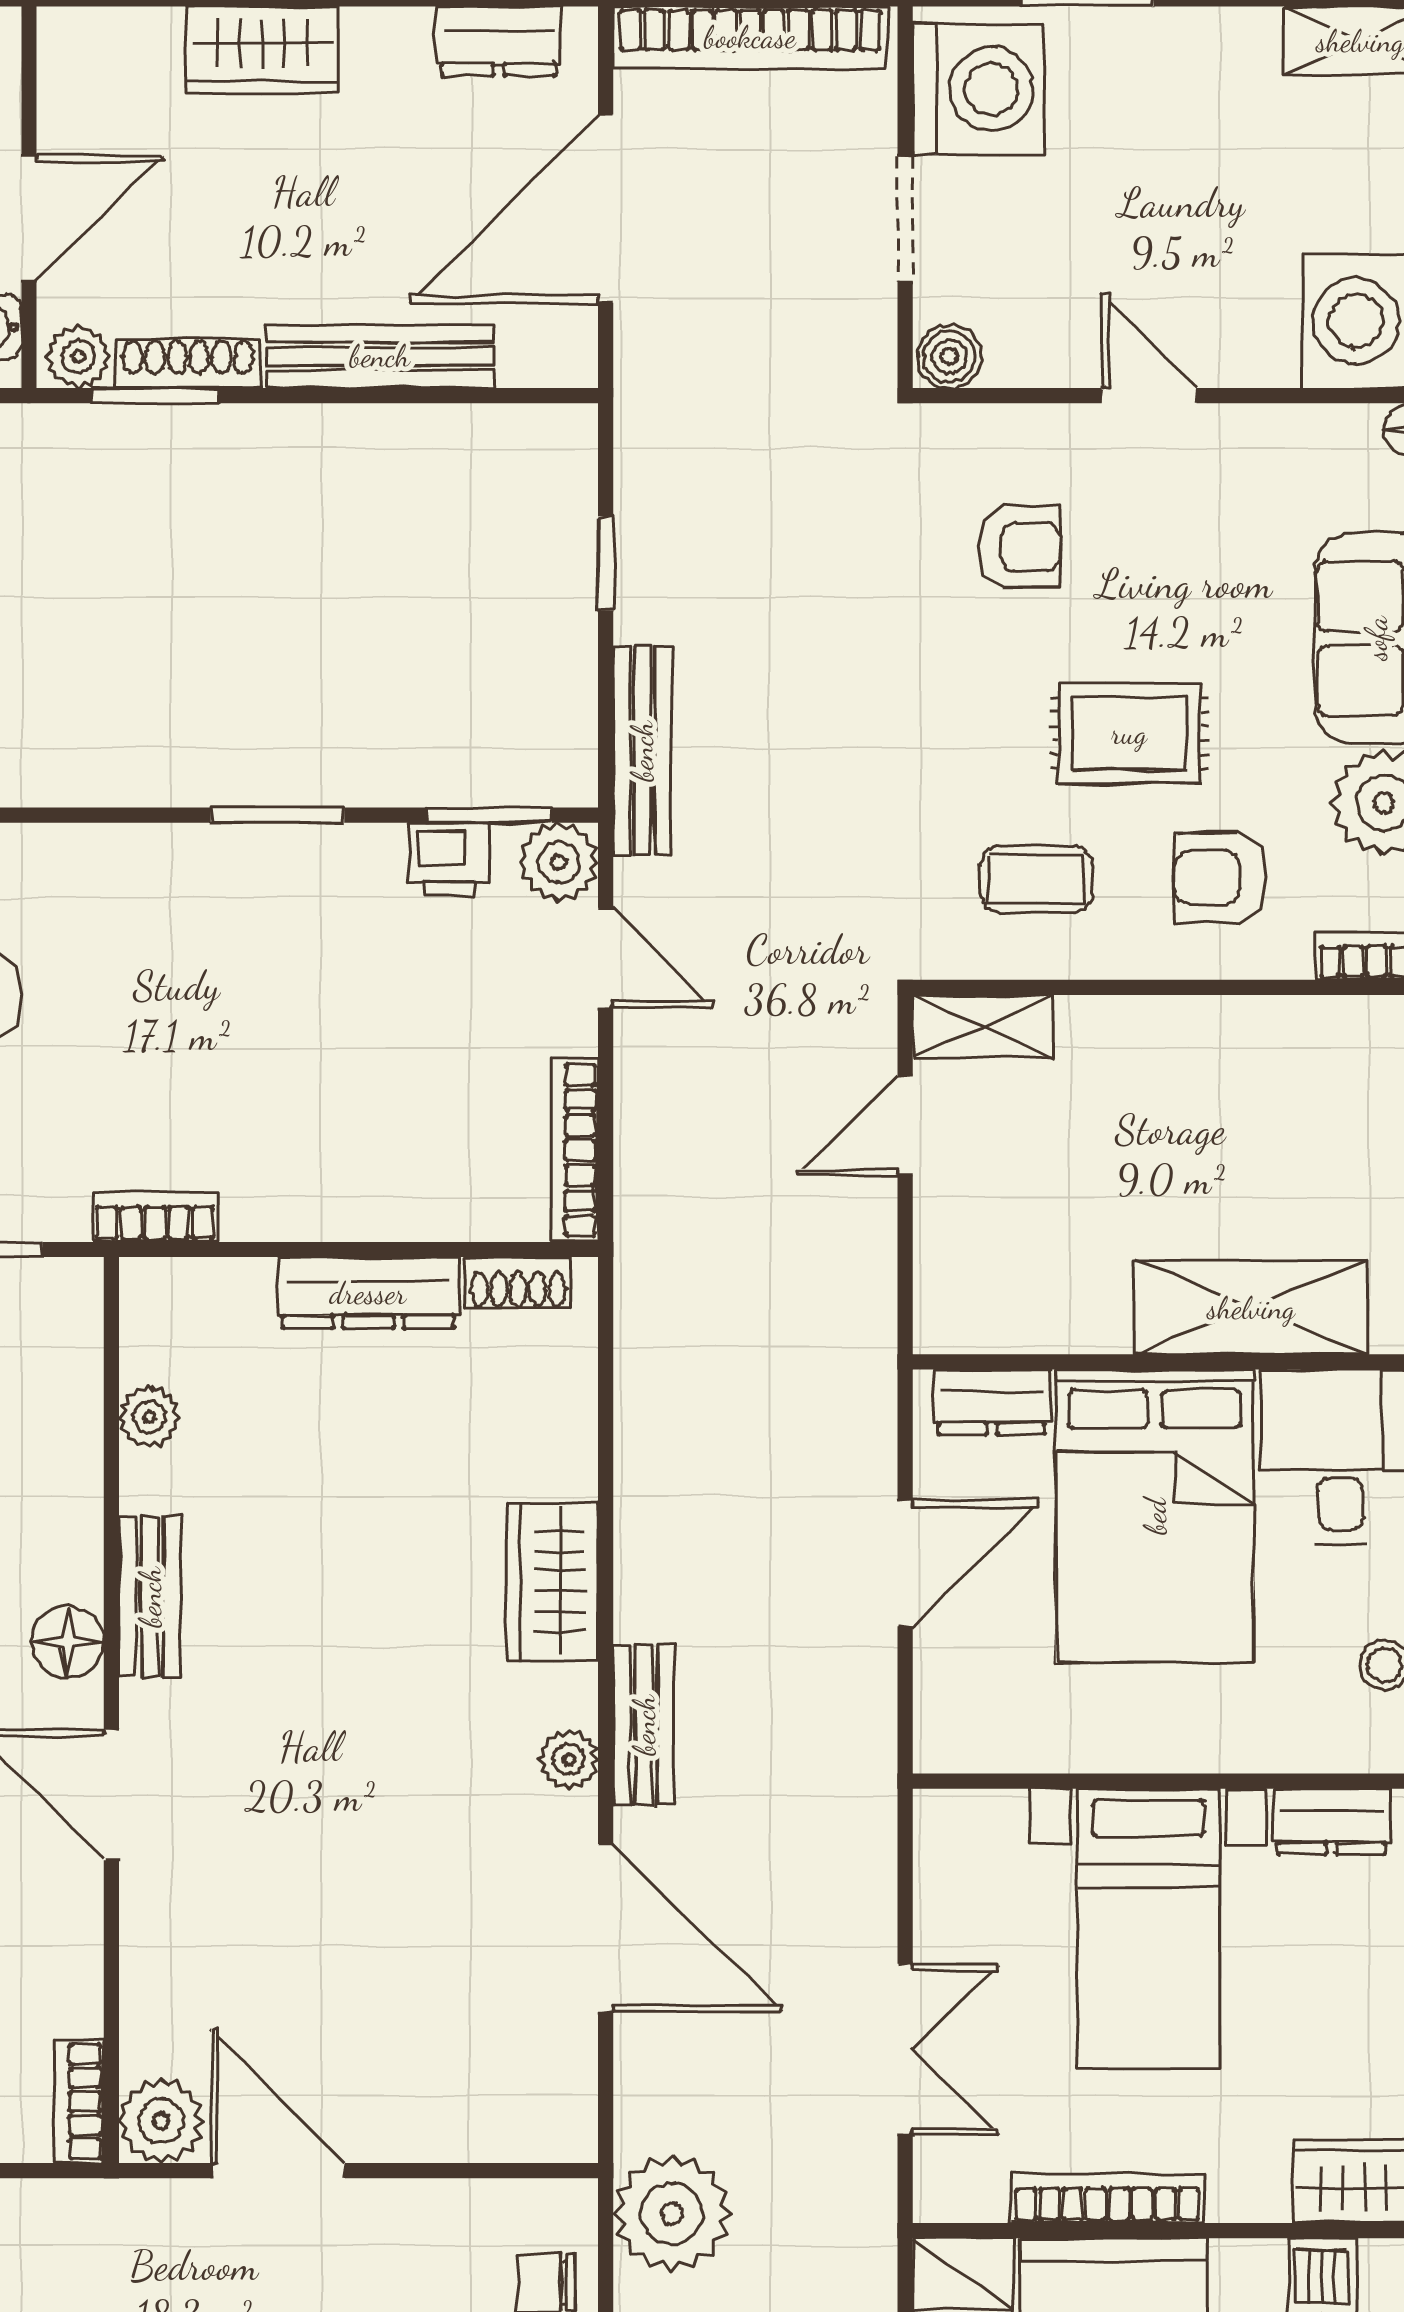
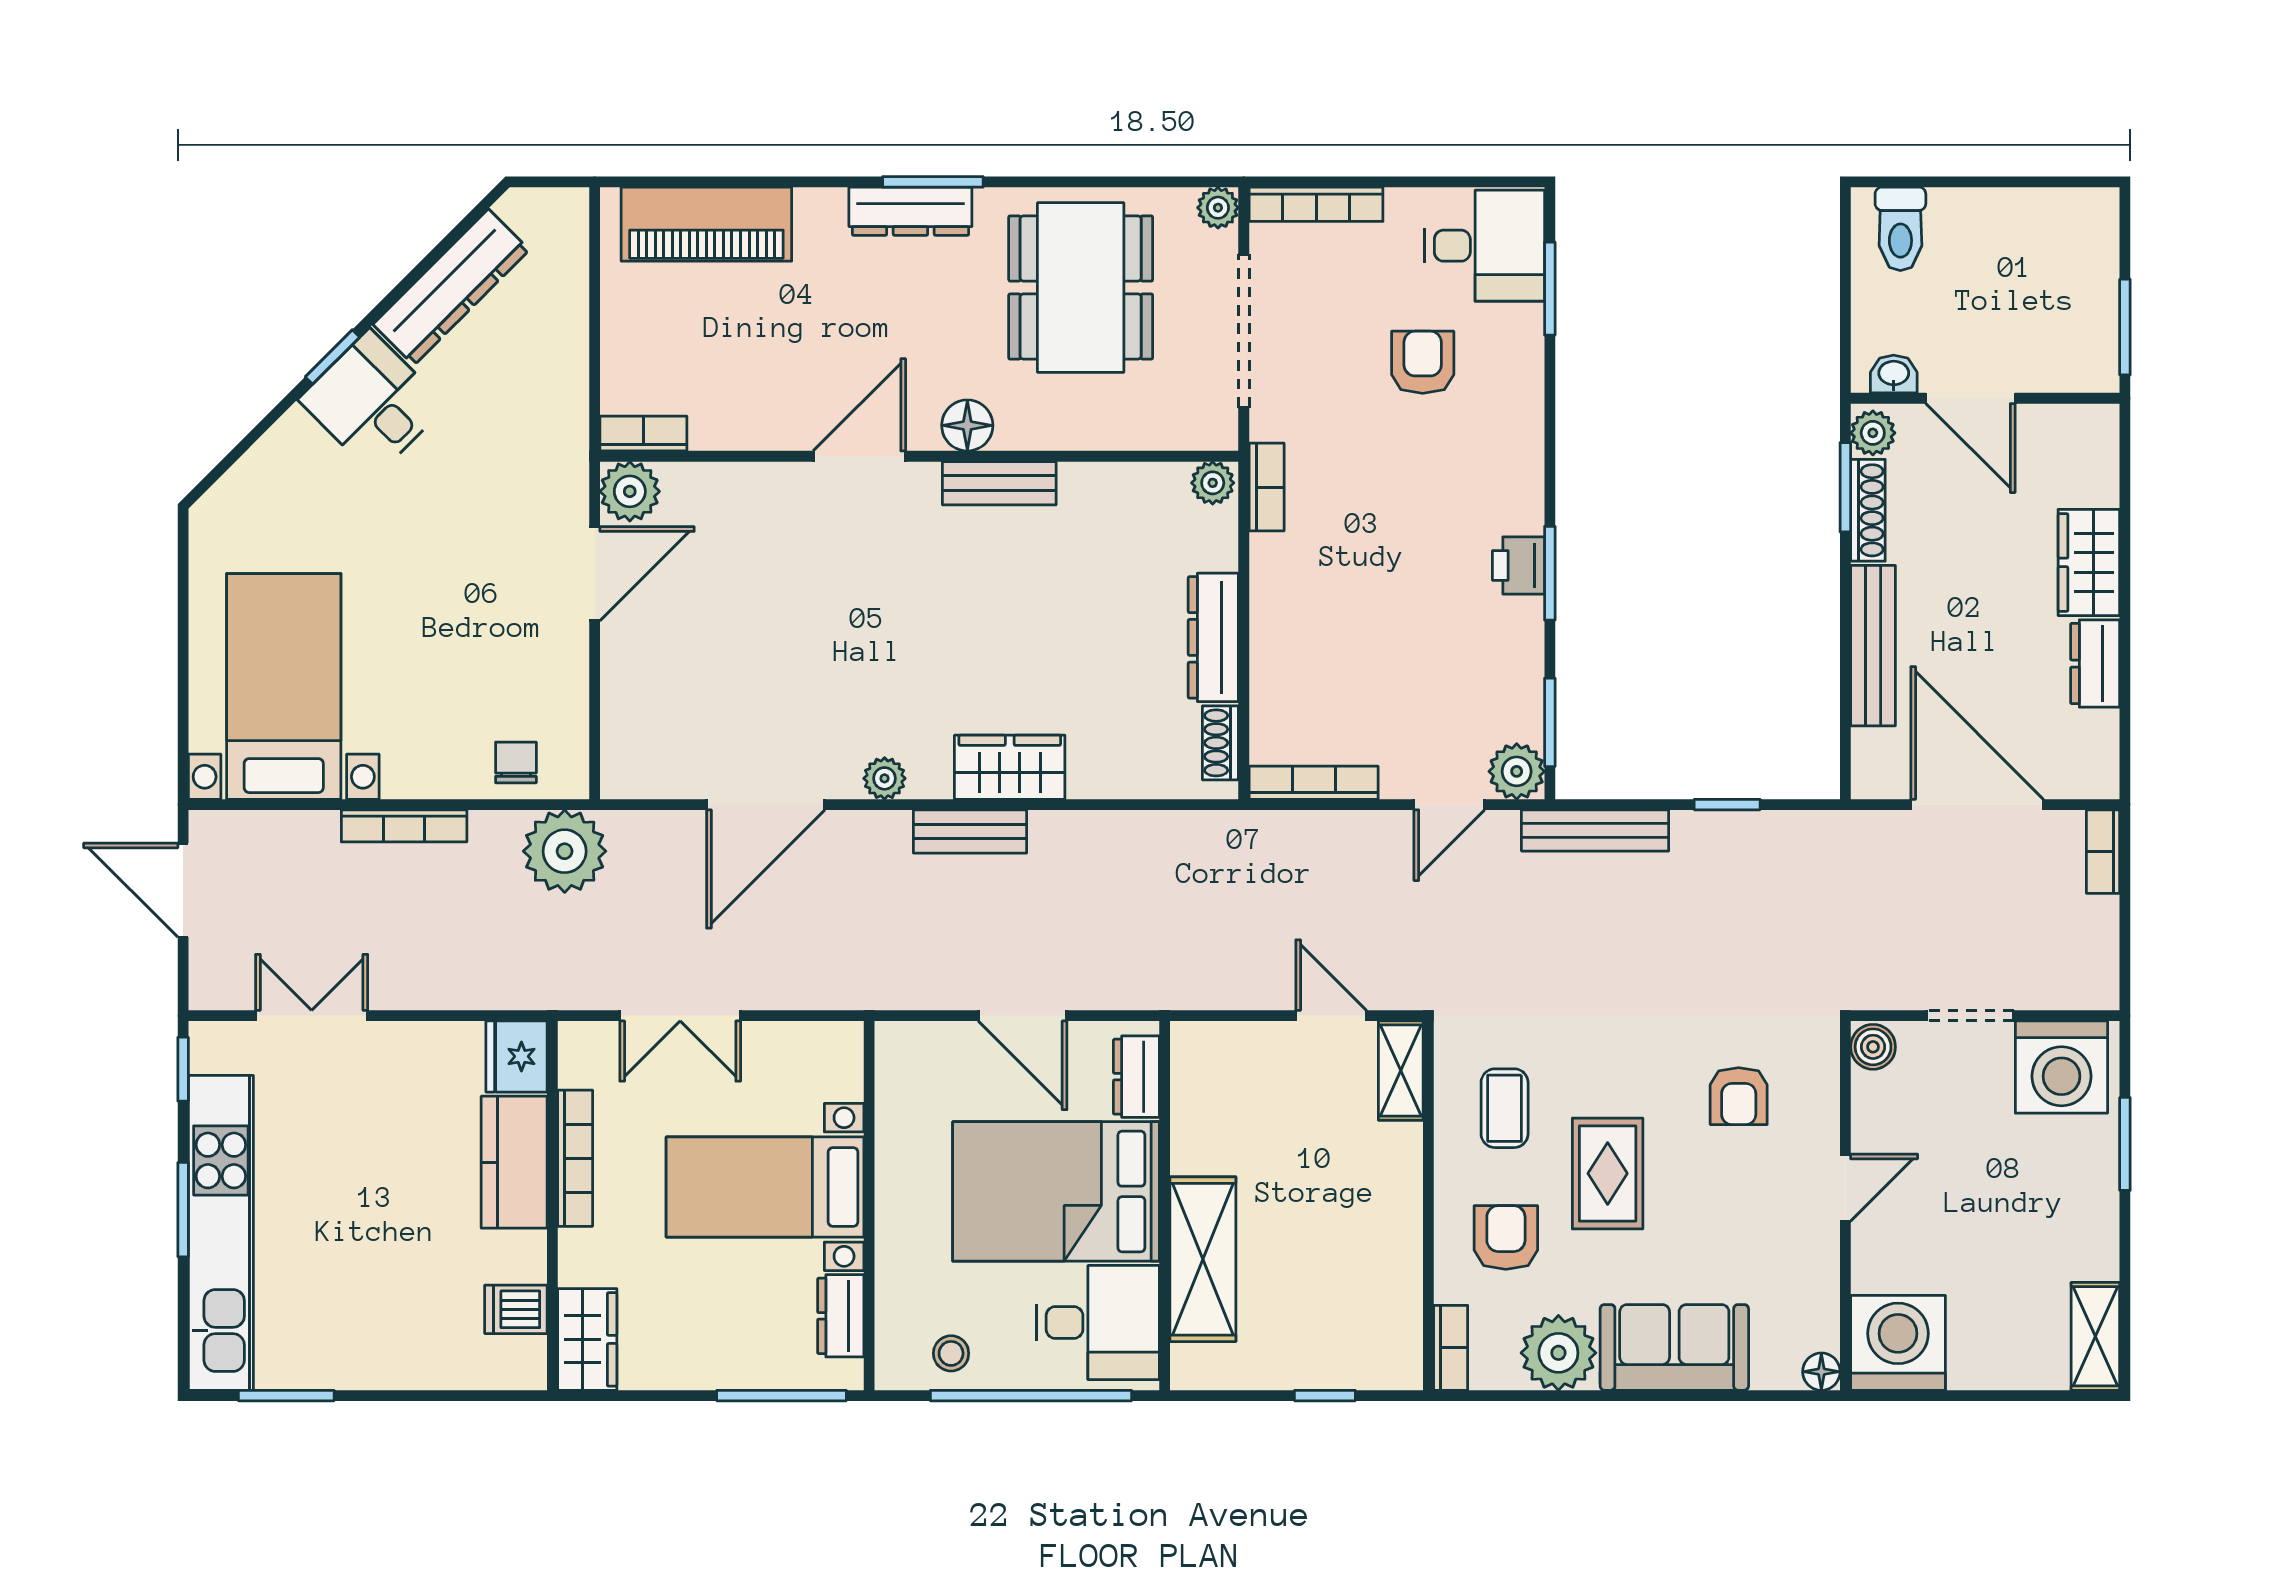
bookcase: (750, 37) -> (2103, 852), width x0.43, depth x0.76
dresser: (499, 41) -> (2095, 664), moved
printer: (449, 860) -> (1518, 565), moved
plant: (149, 1417) -> (1213, 483), moved
bench: (644, 1725) -> (970, 831), moved

